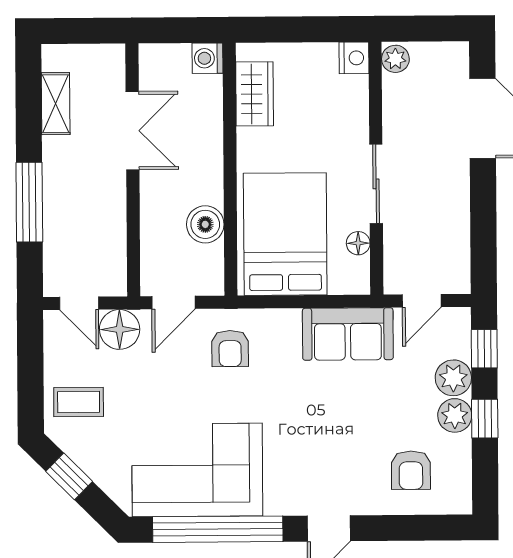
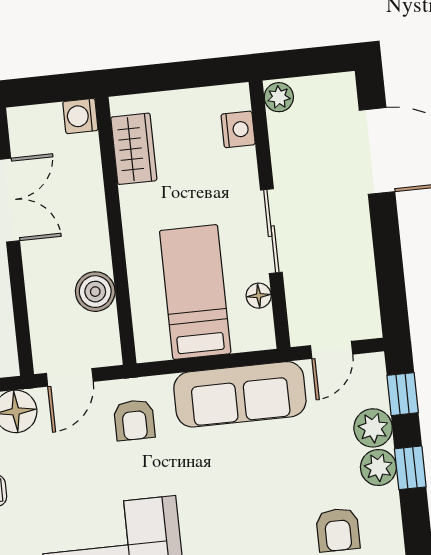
nightstand: (354, 58) -> (238, 129), moved
bed: (285, 234) -> (195, 292), width x0.67
sofa: (348, 334) -> (240, 394), width x1.36

